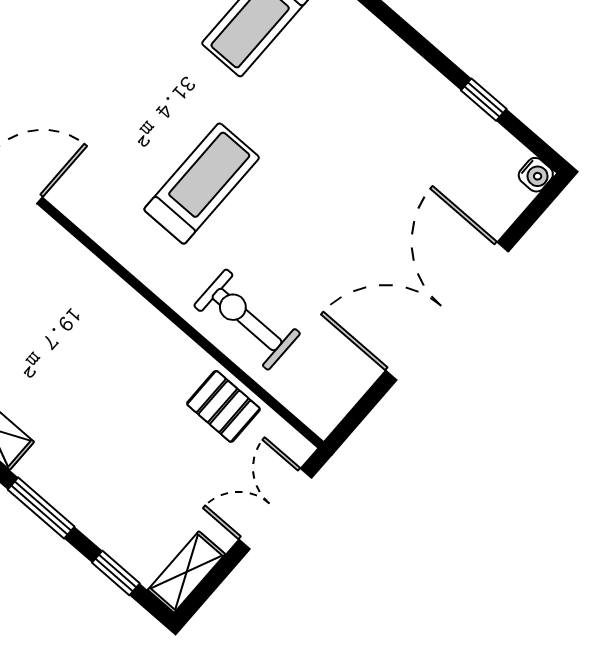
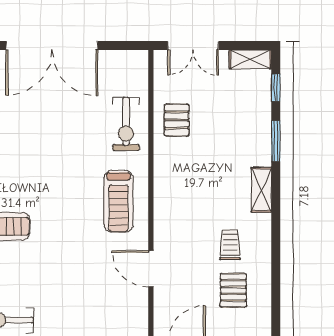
treadmill: (202, 184) -> (118, 201), moved, turned -90
pallet: (223, 406) -> (177, 120), moved

